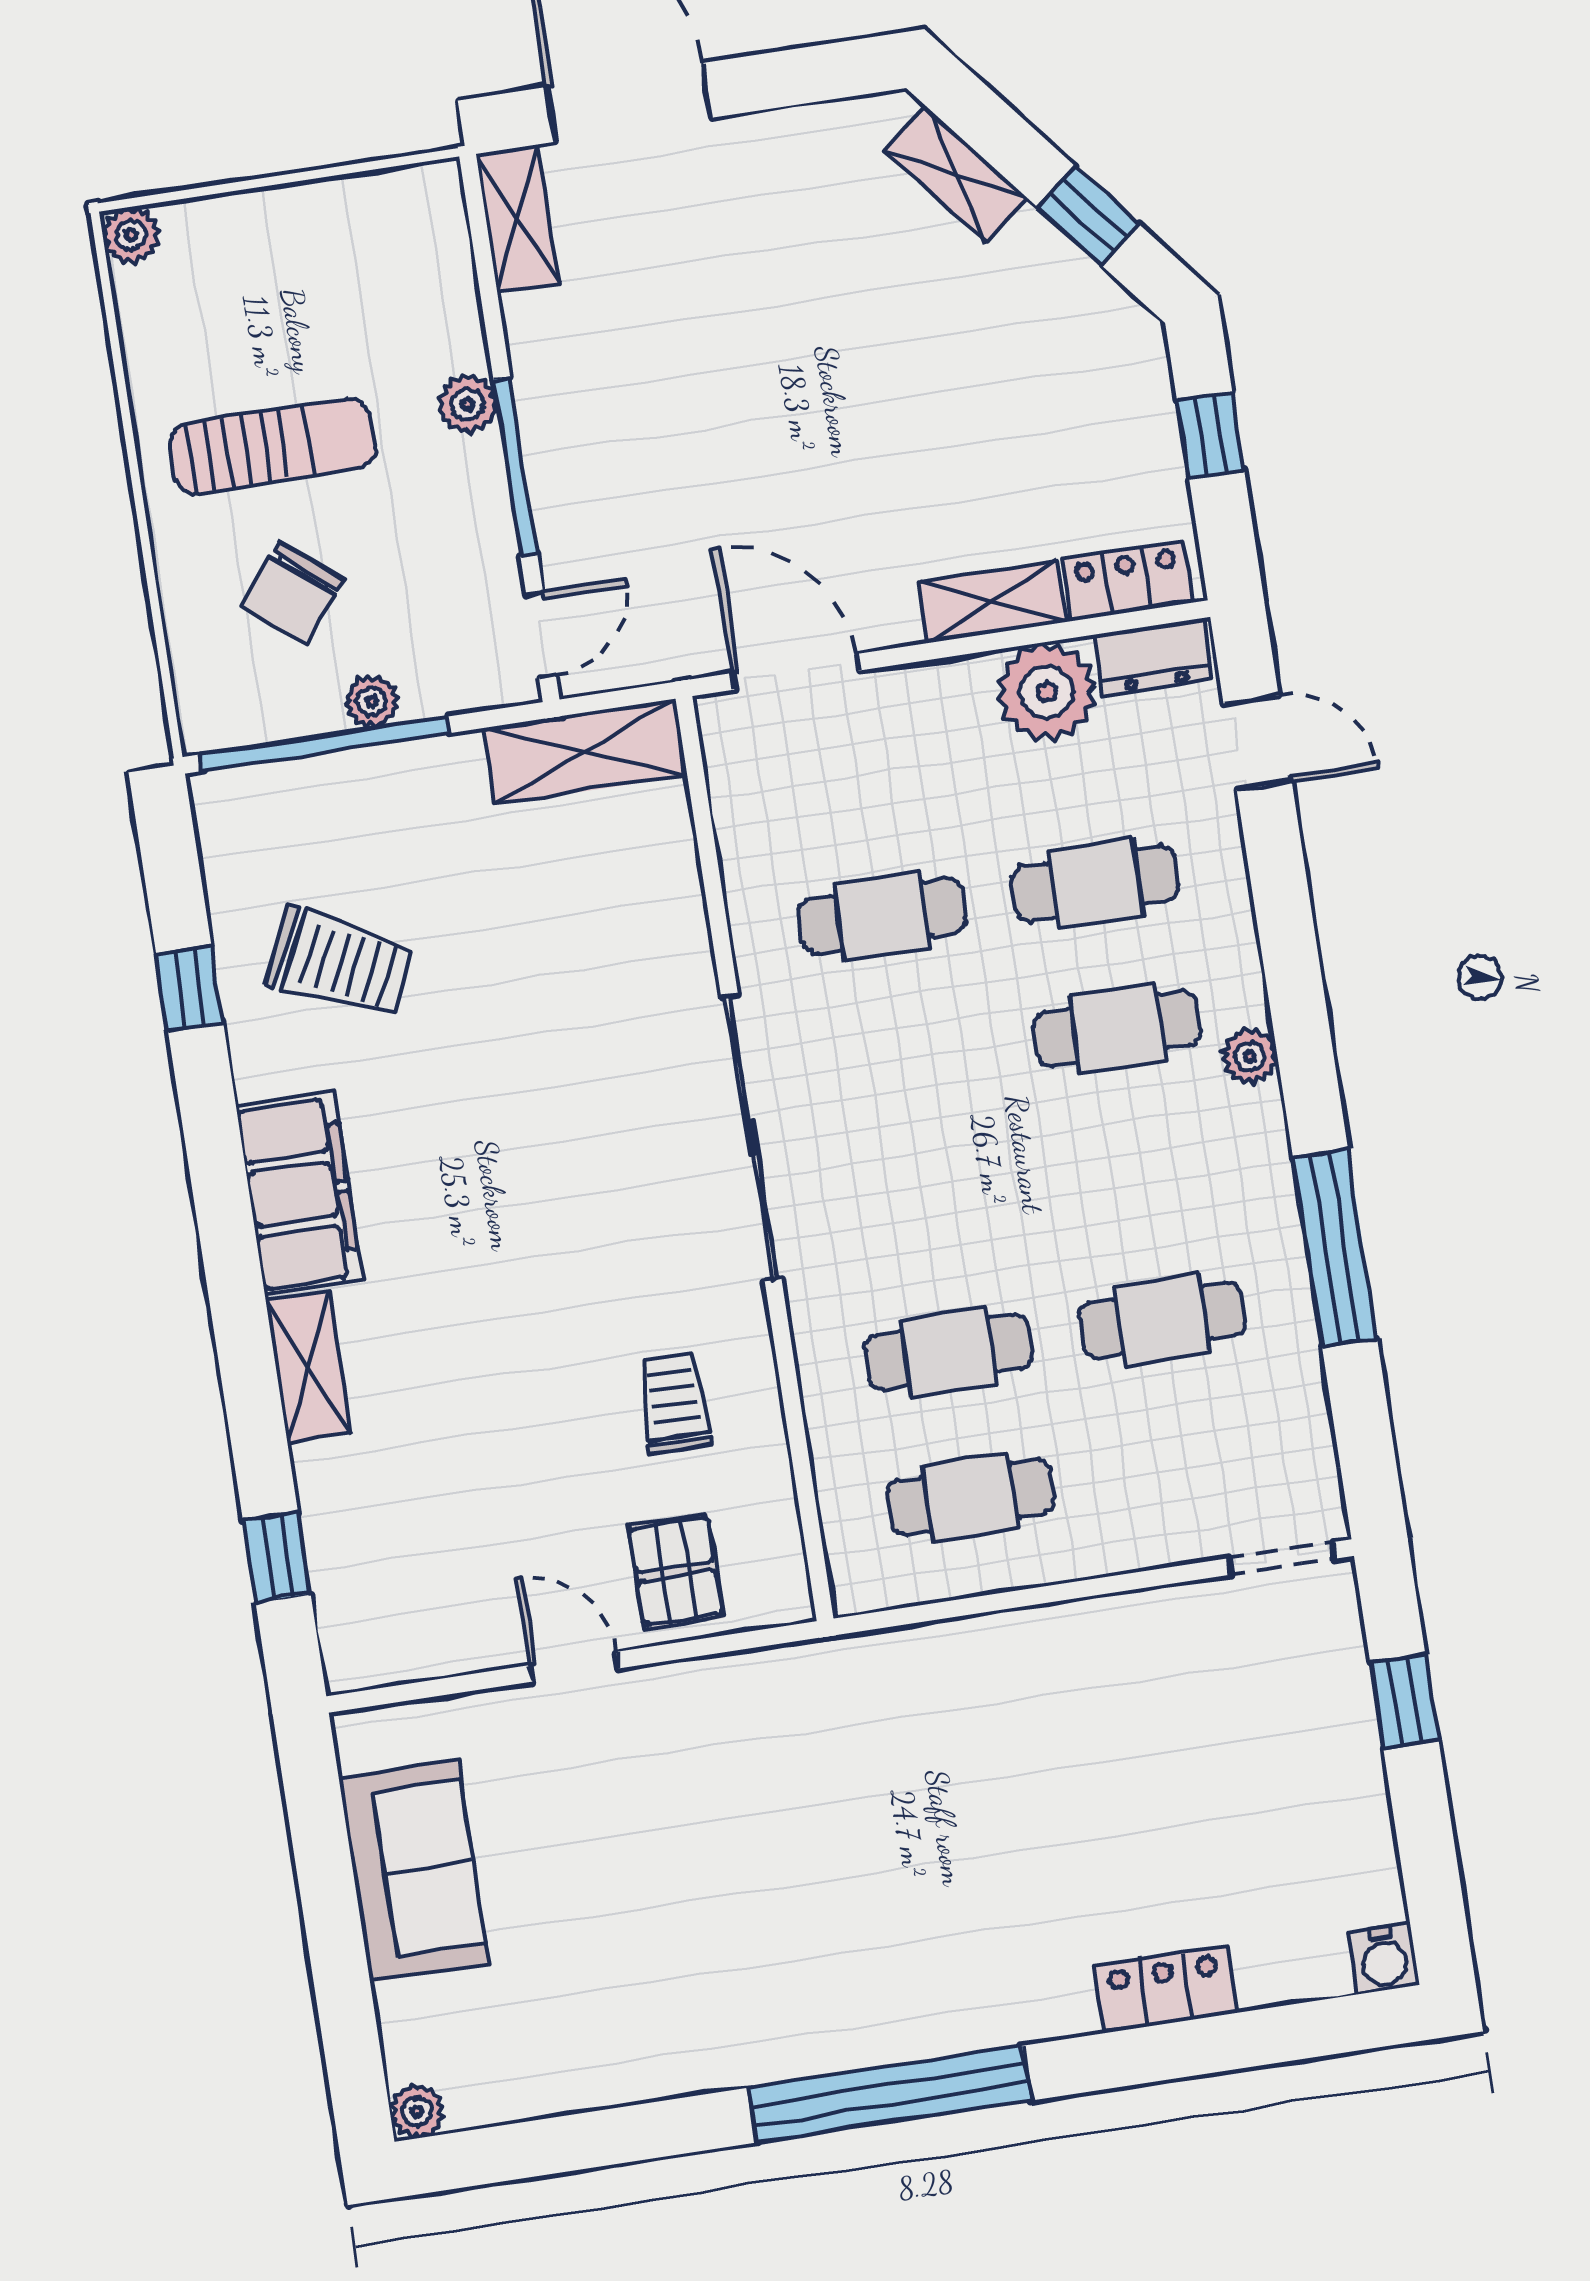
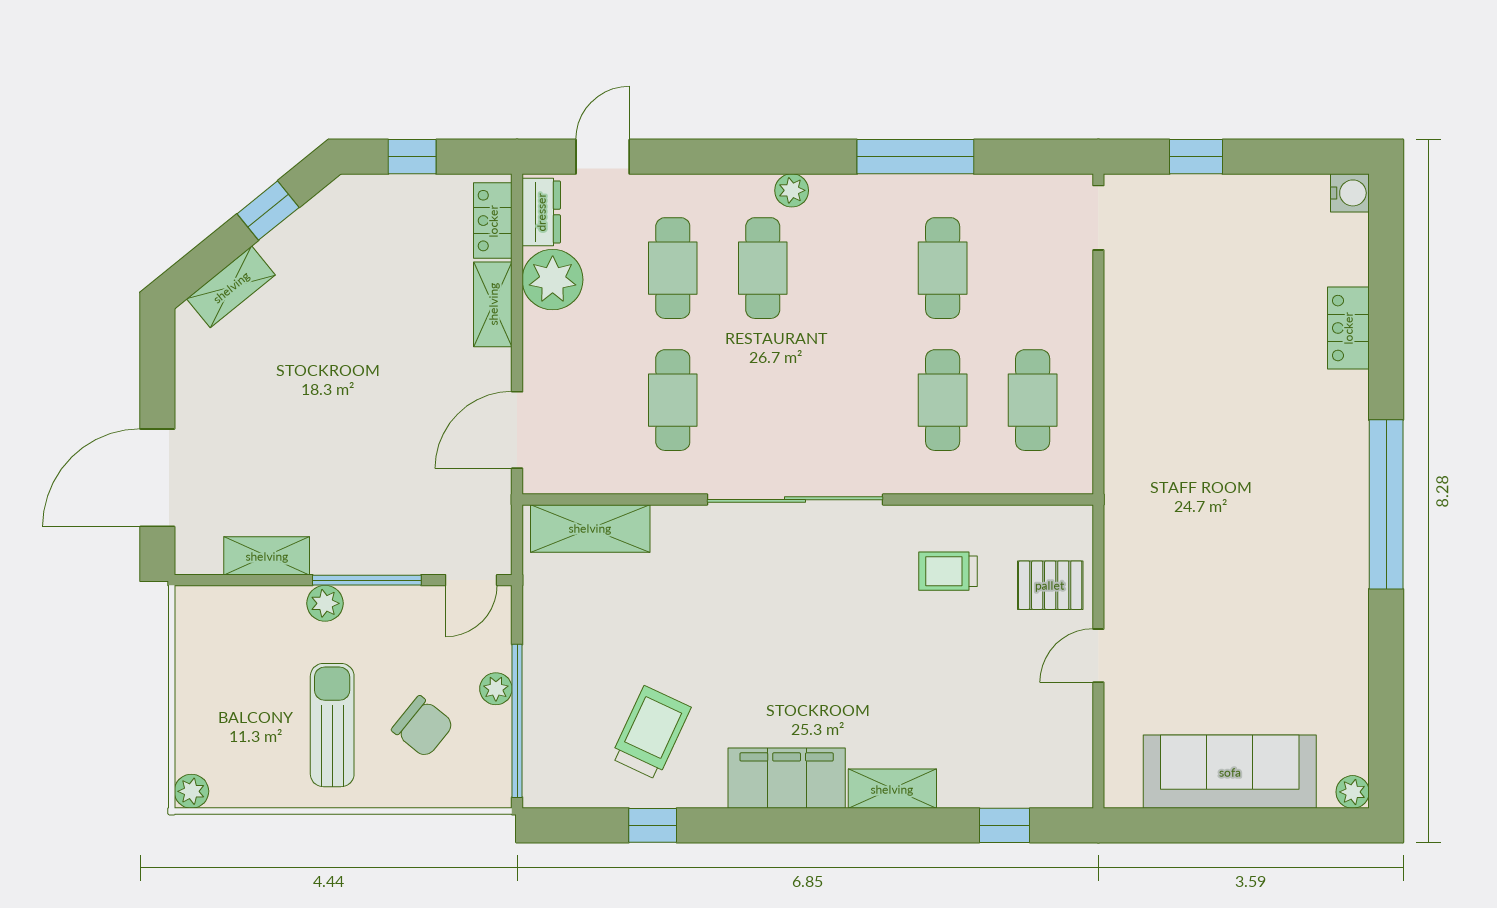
shelving: (518, 218) -> (267, 556), moved
door: (541, 635) -> (471, 580), swing flipped
shelving: (585, 752) -> (590, 528), moved, turned 90
sofa: (414, 1871) -> (1230, 772), width x1.36

